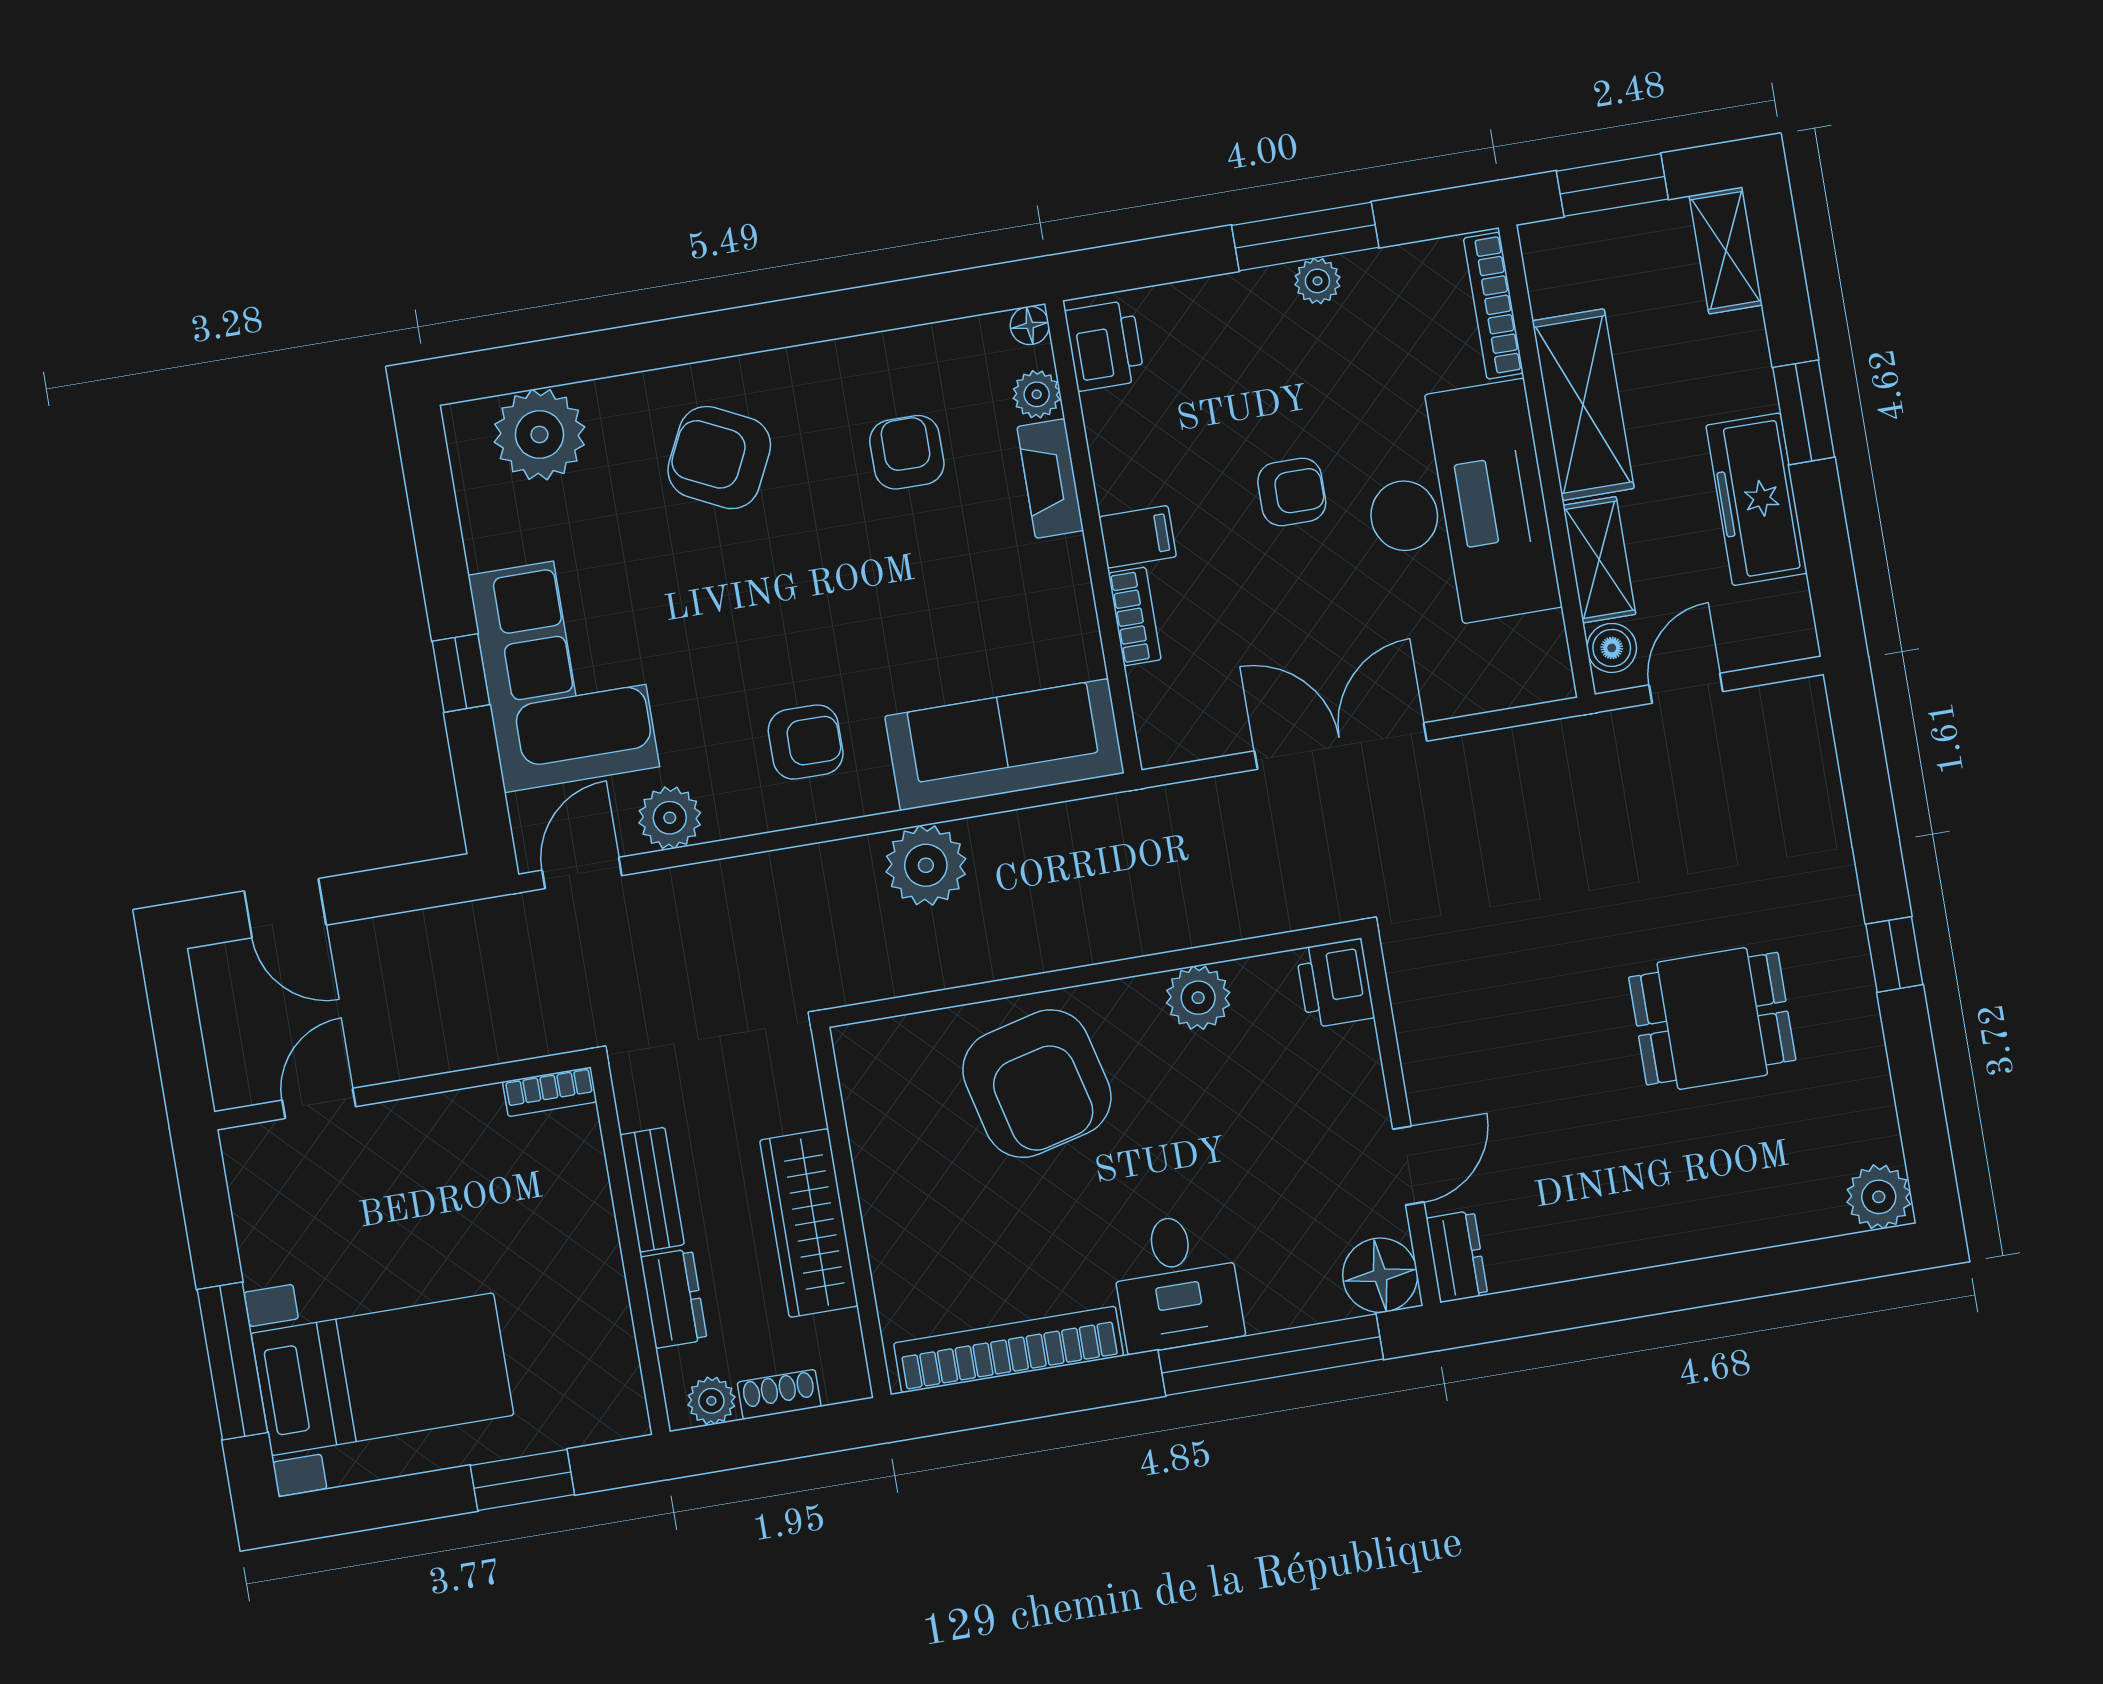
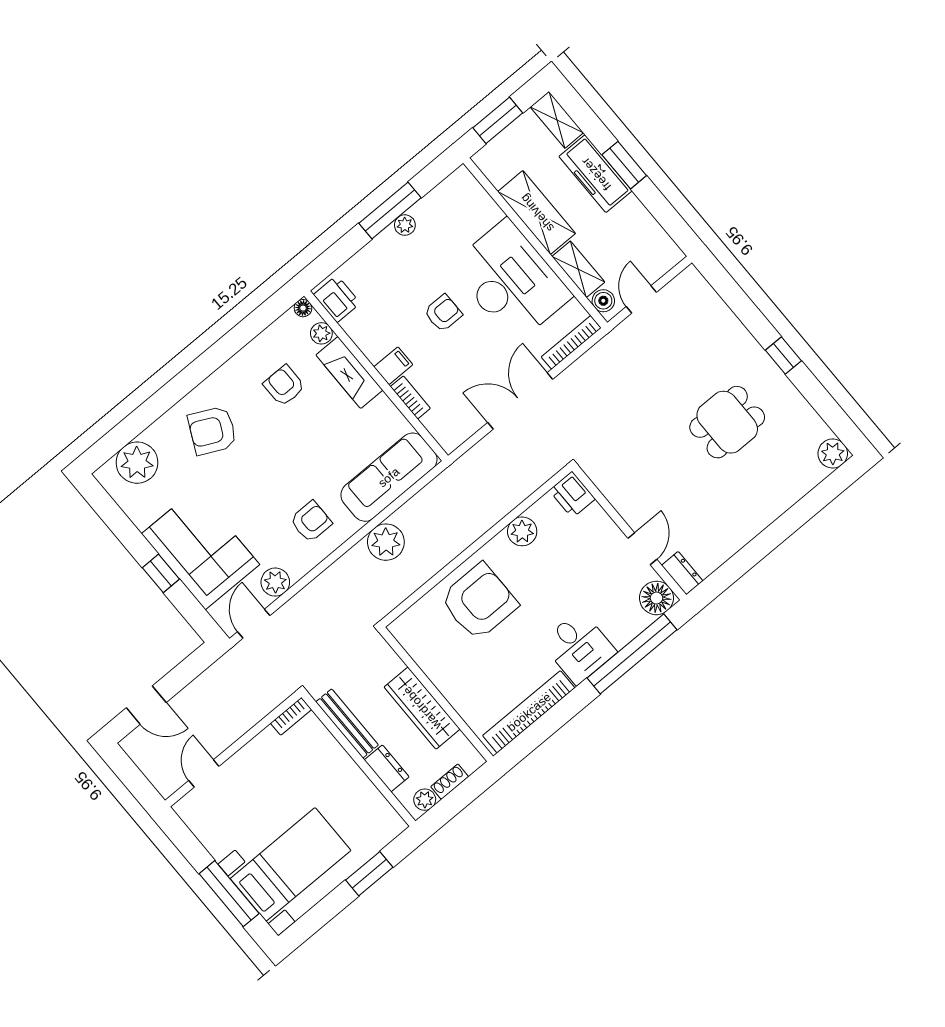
bookcase: (1493, 306) -> (571, 342), moved, turned 90
fireplace: (1050, 479) -> (349, 373), width x1.37, depth x1.32
freezer: (1757, 499) -> (596, 174), moved
armchair: (1037, 1084) -> (479, 602), turned -76
bench: (652, 1190) -> (347, 723), width x1.36

